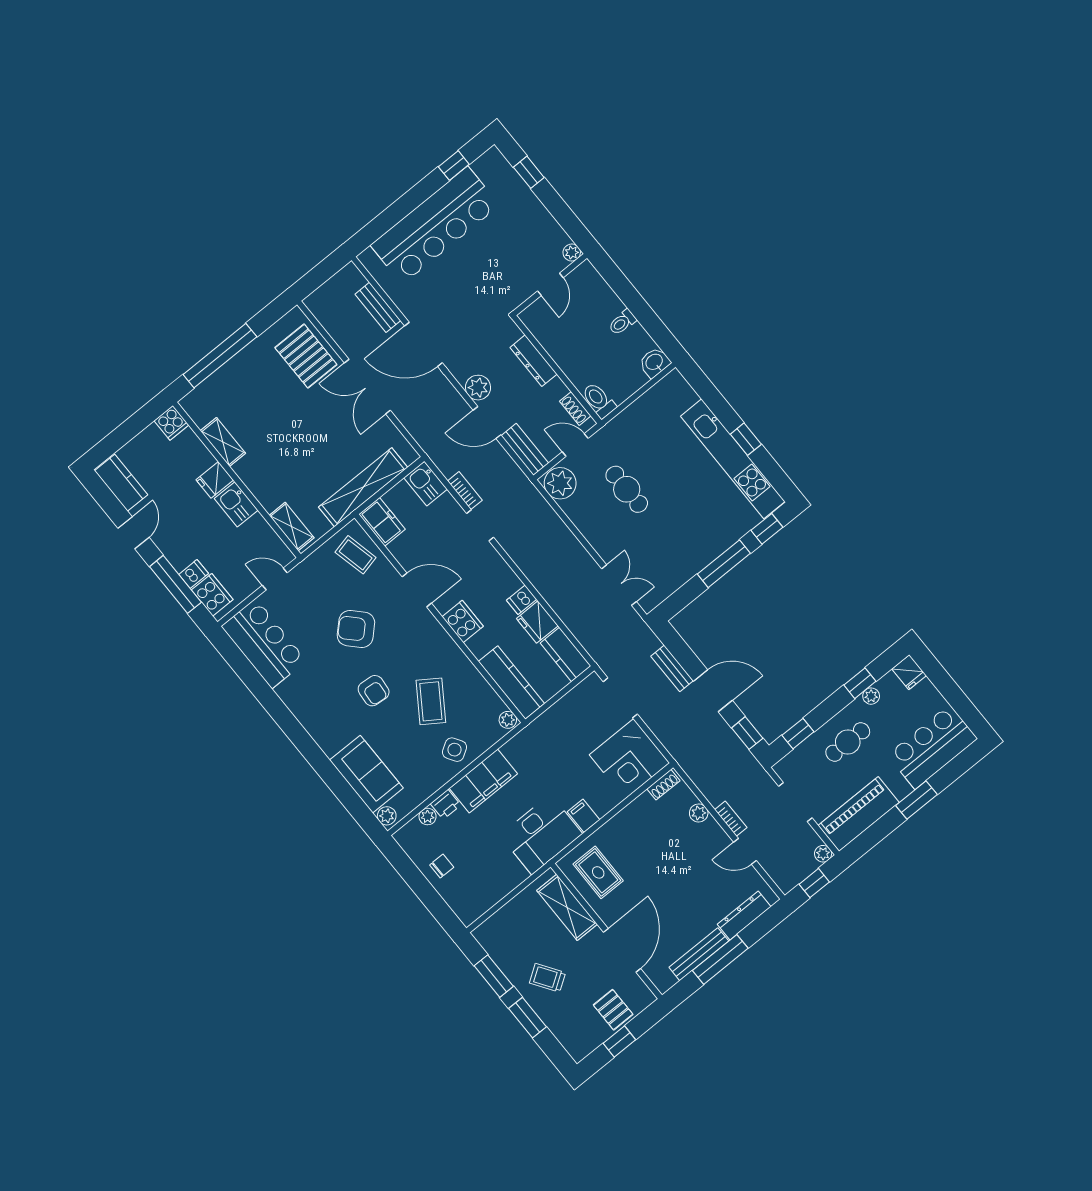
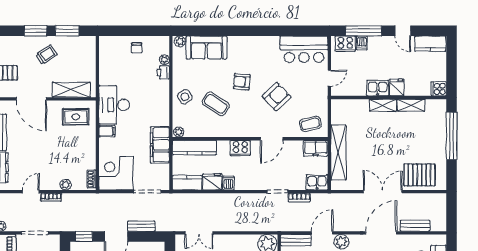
shelving: (292, 527) -> (383, 105), moved
filing cabinet: (483, 781) -> (160, 145), moved

